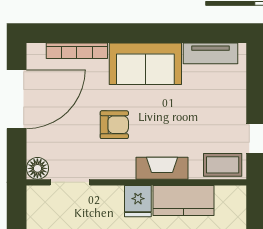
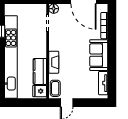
armchair: (114, 125) -> (72, 42), removed
fridge: (138, 201) -> (40, 91), moved

